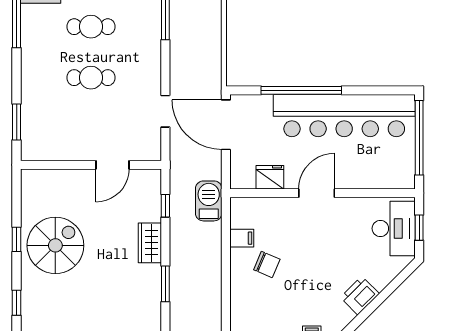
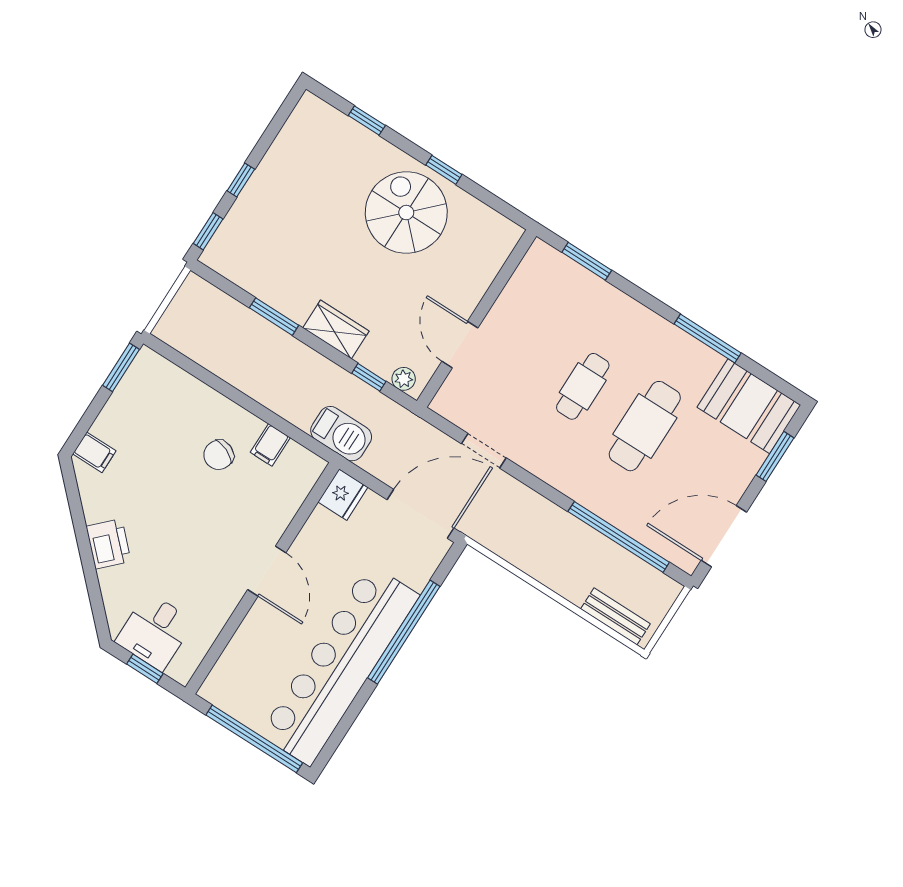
cafe table: (91, 27) -> (645, 426), width x1.37, depth x1.35
fridge: (270, 177) -> (343, 495), moved
plant: (153, 185) -> (404, 379), added
desk: (394, 228) -> (155, 631), width x0.73
spiral stairs: (55, 245) -> (406, 213), turned 180

